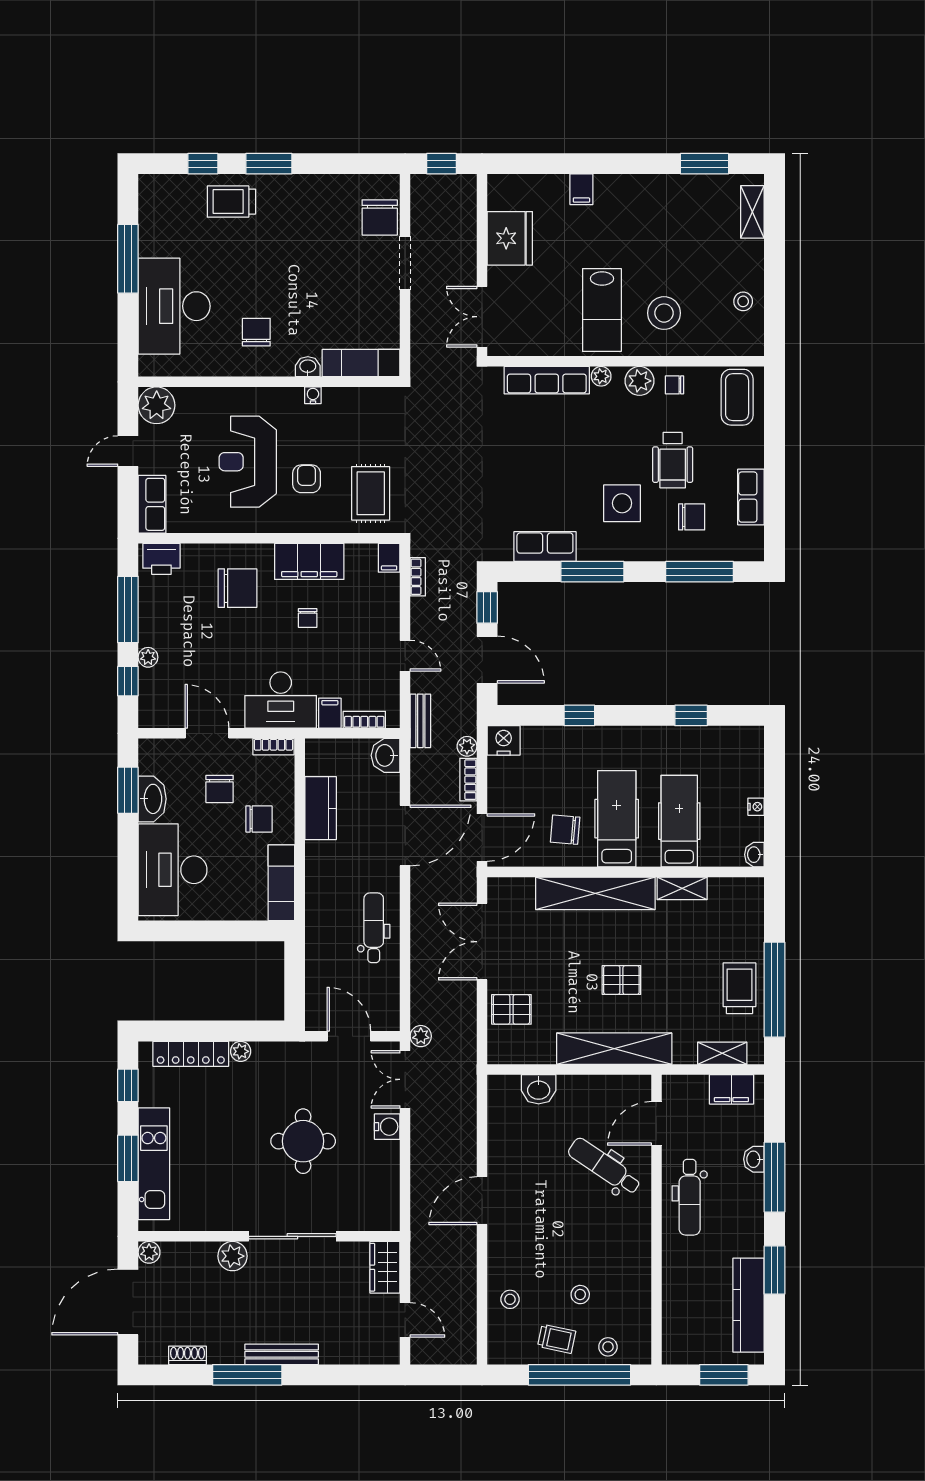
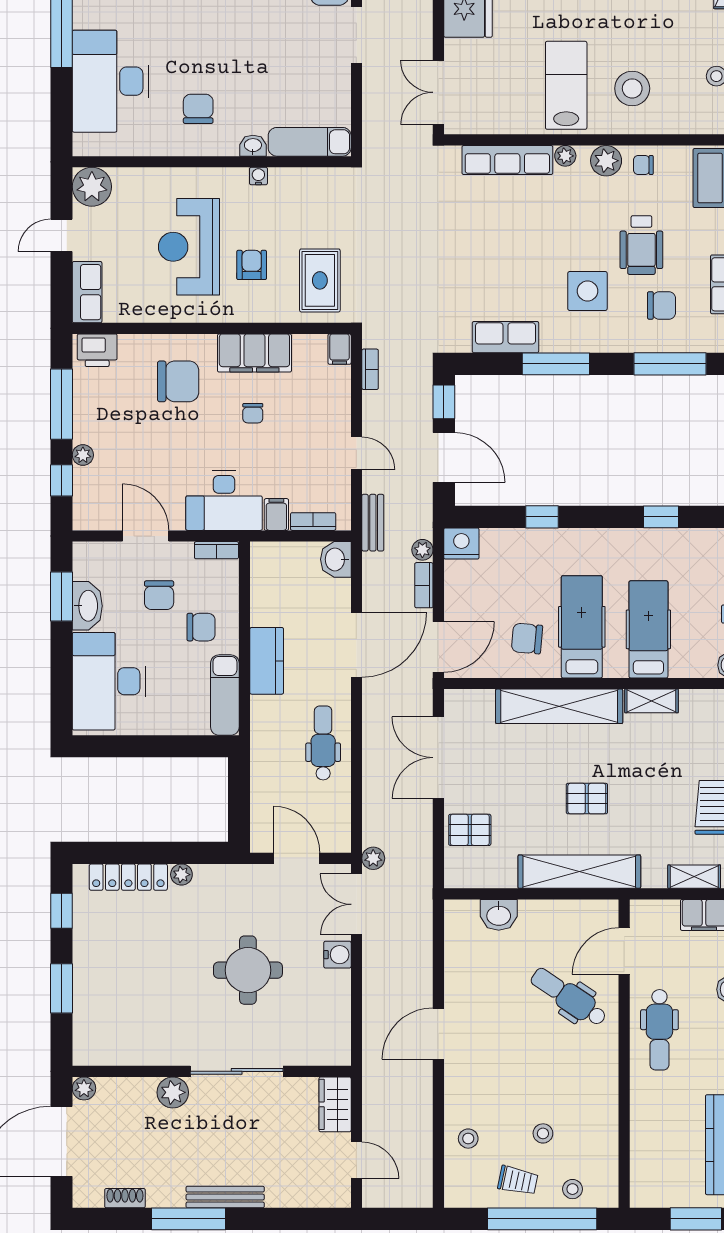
lab bench: (602, 310) -> (566, 85), turned 180
kitchen counter: (321, 808) -> (267, 661), moved
kitchen unit: (154, 1164) -> (89, 994), removed

